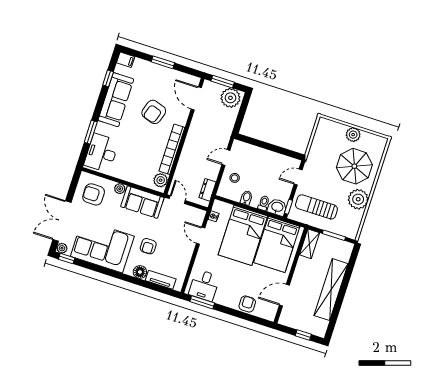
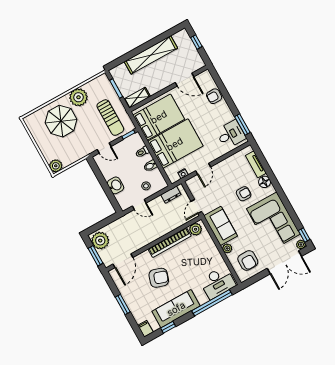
window: (91, 132) -> (212, 303), width x2.11
plant: (353, 135) -> (56, 166), moved
washbasin: (277, 207) -> (115, 185), moved, turned 180

